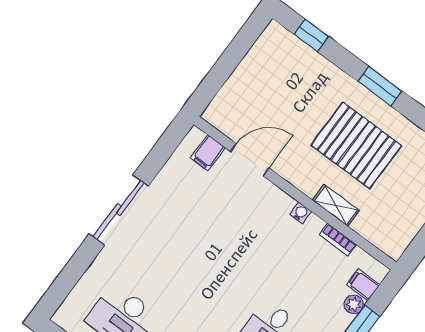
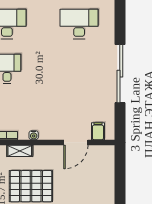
sliding door: (119, 210) -> (120, 74), width x1.36

